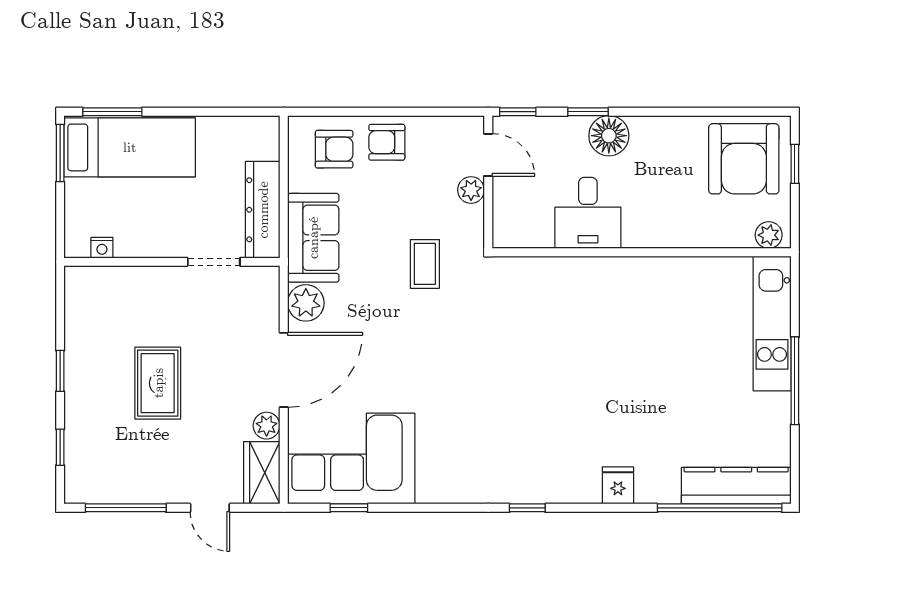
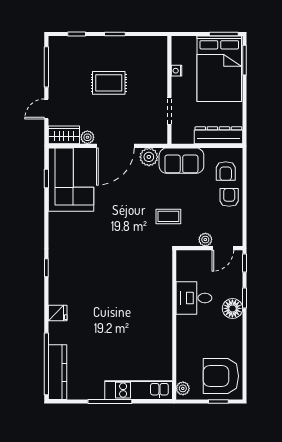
bed: (130, 147) -> (219, 69), width x1.50
dresser: (263, 210) -> (218, 135), moved
nightstand: (102, 248) -> (176, 71), moved
door: (284, 370) -> (115, 146), hinge flipped

